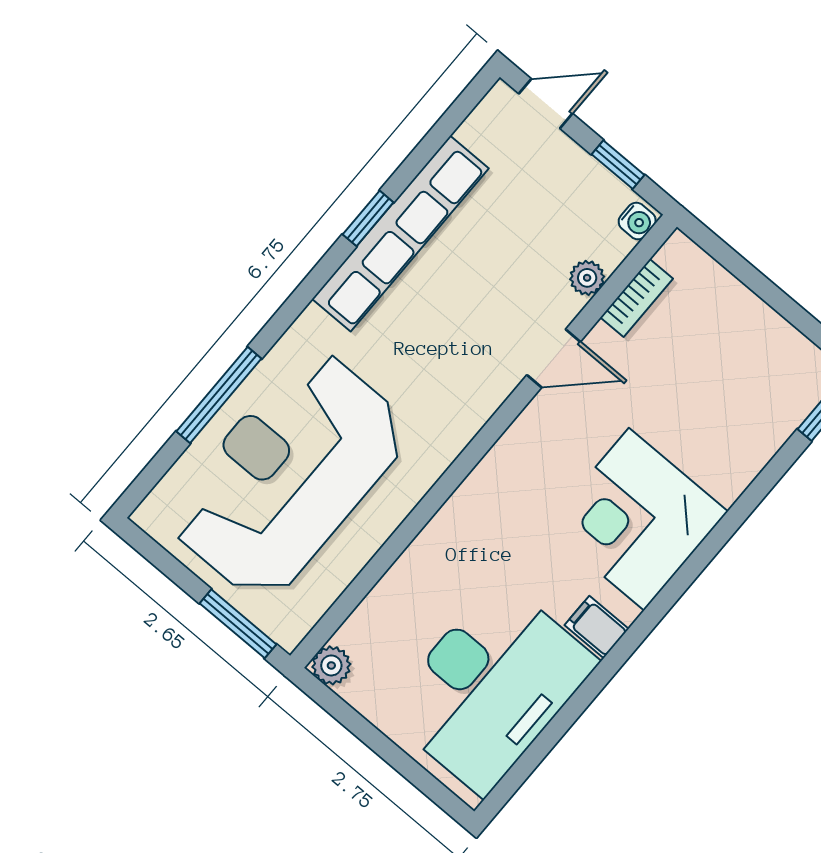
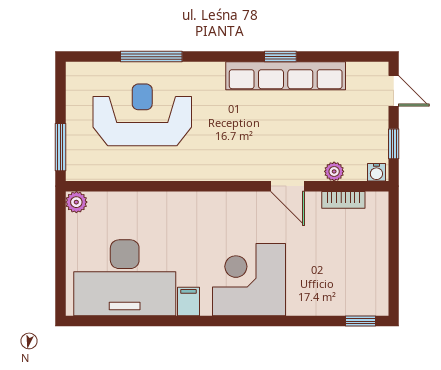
reception desk: (288, 475) -> (142, 115), width x0.74, depth x0.77

